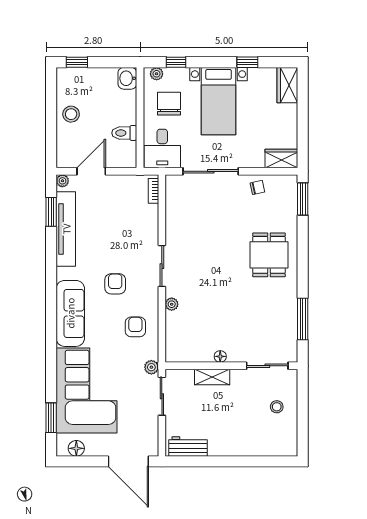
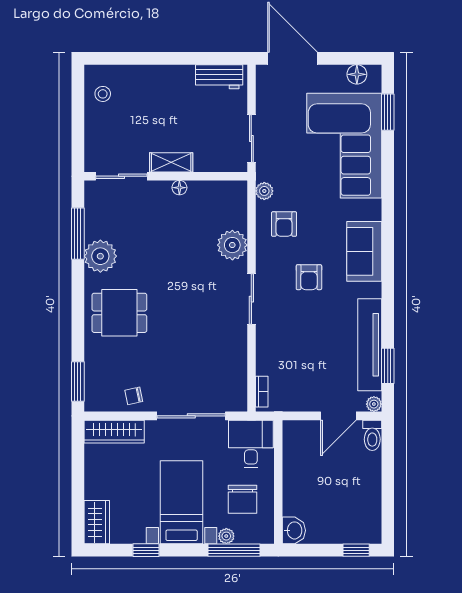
window: (176, 62) -> (234, 550), width x2.17
plant: (157, 74) -> (226, 536), moved
stool: (71, 114) -> (363, 486), removed
toilet: (124, 133) -> (372, 435), moved, turned 90
wardrobe: (281, 158) -> (114, 432), width x1.50
dining table: (269, 255) -> (119, 313), turned 90
plant: (284, 301) -> (100, 256), added
plant: (172, 304) -> (232, 245), width x1.88, depth x1.88
sofa: (70, 313) -> (364, 251), width x0.73
plant: (151, 367) -> (264, 191), moved
shelving: (212, 377) -> (171, 162), moved
stool: (277, 407) -> (103, 94), moved

